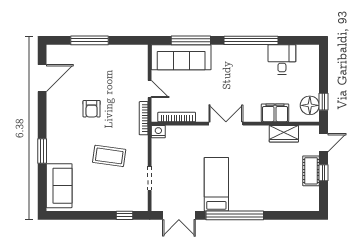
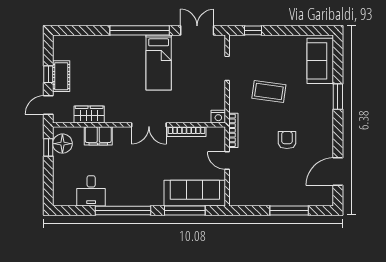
bookcase: (177, 117) -> (187, 132), moved

